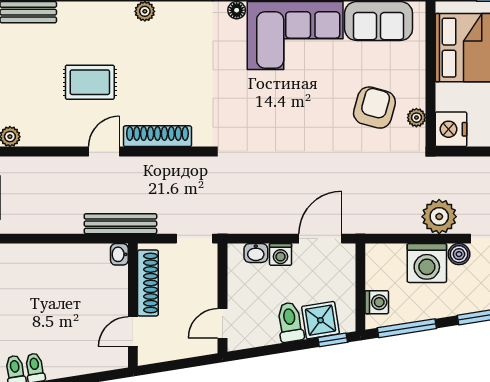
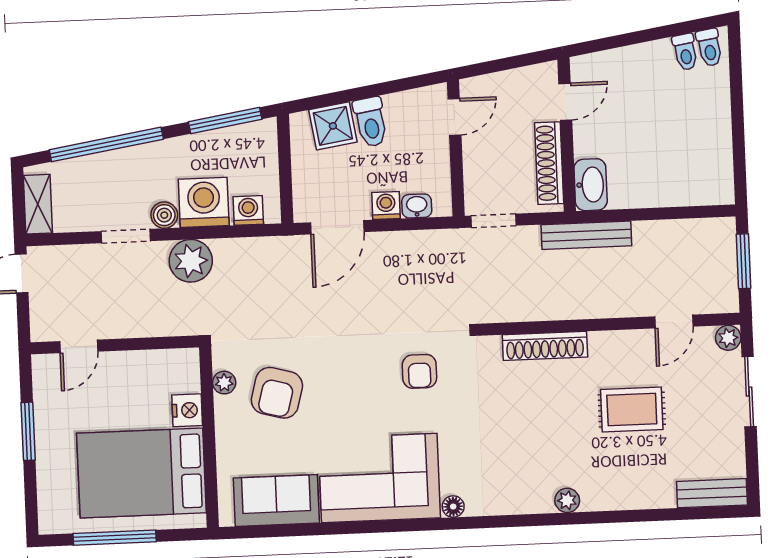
armchair: (259, 120) -> (419, 371), added
nightstand: (451, 129) -> (187, 410), moved, width x0.74, depth x0.75
door: (104, 151) -> (674, 321), moved
washbasin: (119, 254) -> (591, 185), width x1.91, depth x1.45
washing machine: (377, 302) -> (248, 210), moved, turned 90
window: (333, 340) -> (317, 102), removed

